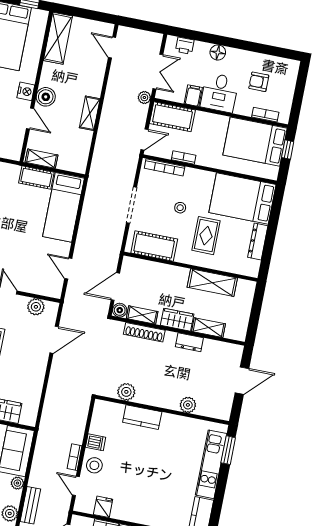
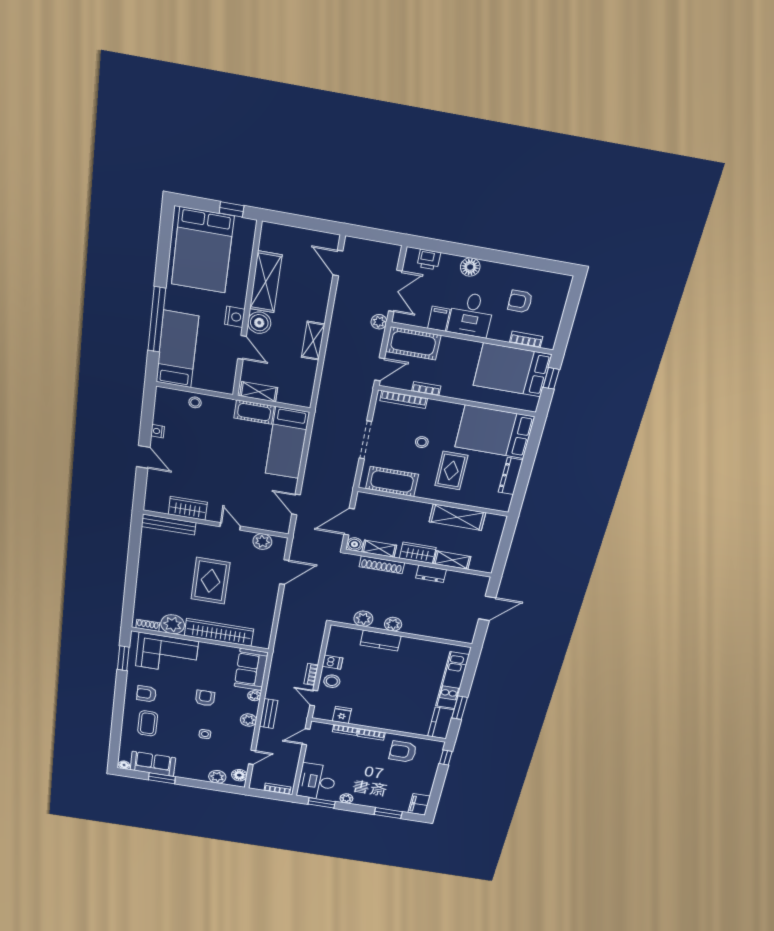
shelving: (58, 38) -> (266, 282), moved
plant: (188, 405) -> (393, 624), moved
window: (228, 450) -> (460, 708), moved

